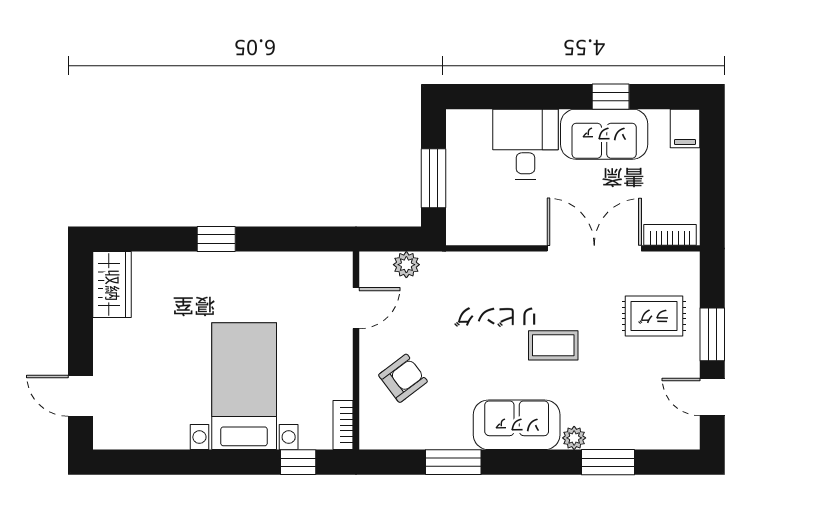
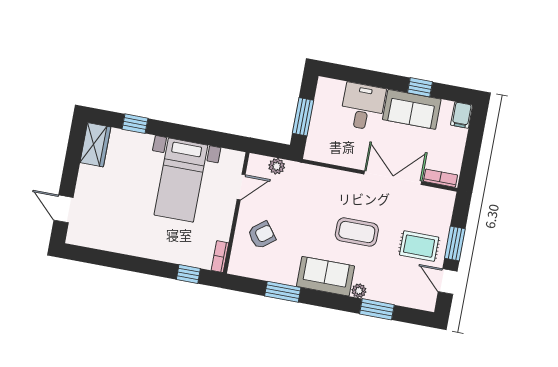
window: (216, 239) -> (135, 124), moved
rug: (654, 316) -> (419, 246), moved
coffee table: (553, 345) -> (357, 232), width x1.36, depth x1.30
bed with nightstands: (244, 386) -> (181, 180), moved, turned 180

